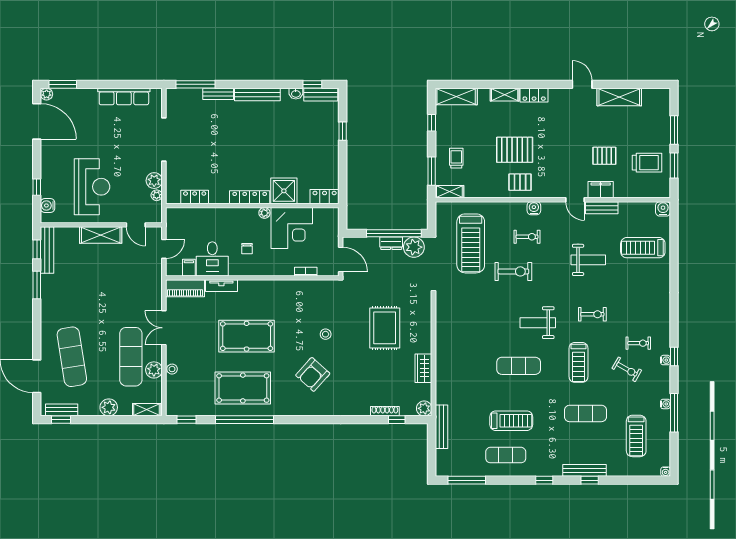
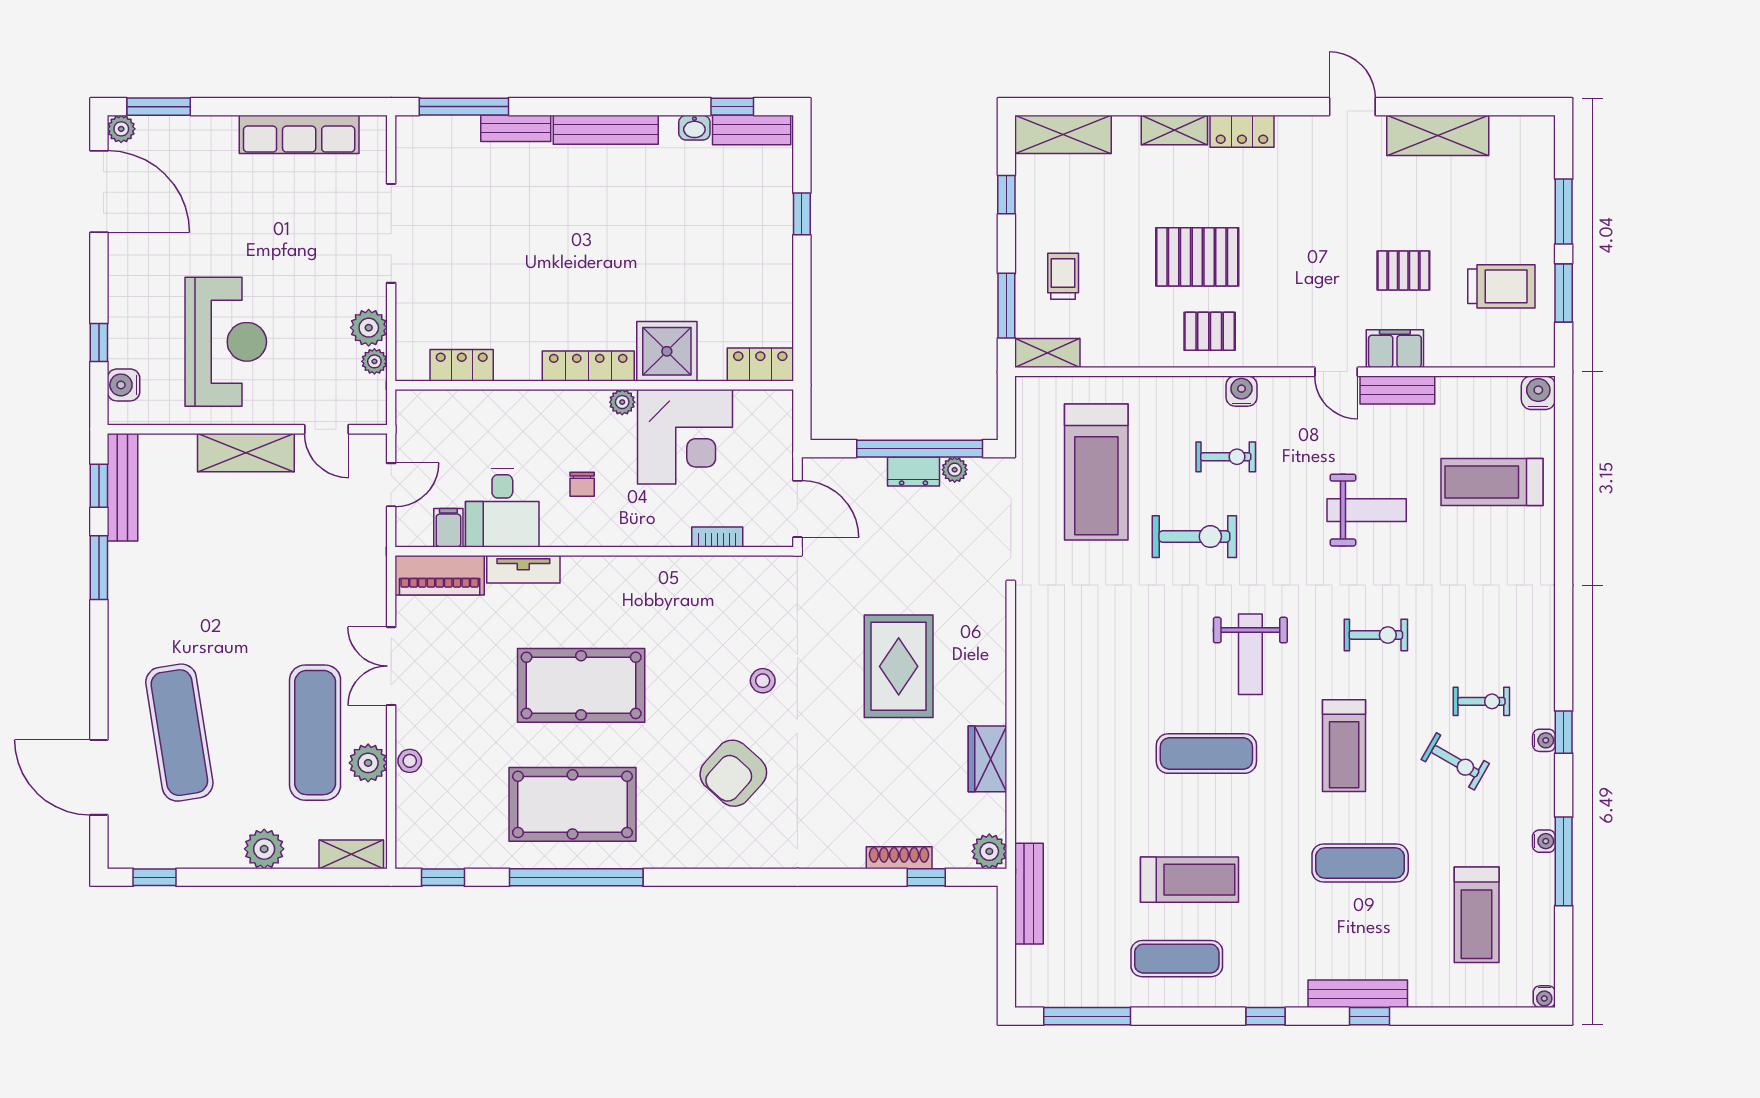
plant: (414, 247) -> (955, 470), width x0.53, depth x0.53
weight bench: (538, 323) -> (1250, 654), turned -90
bench: (62, 410) -> (156, 855), removed

